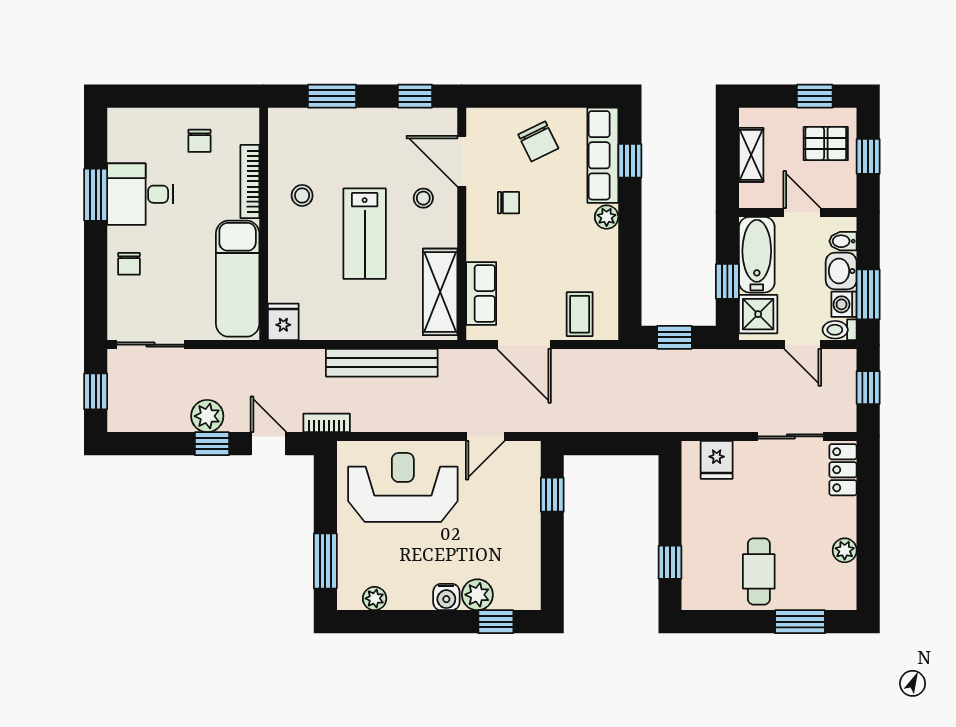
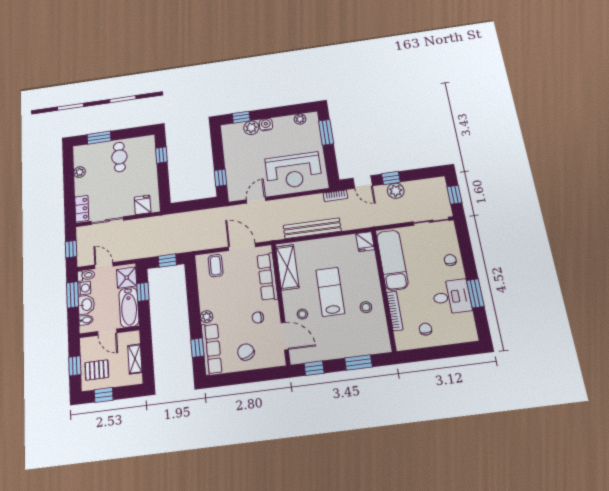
row of seats: (481, 294) -> (267, 277), width x1.48

